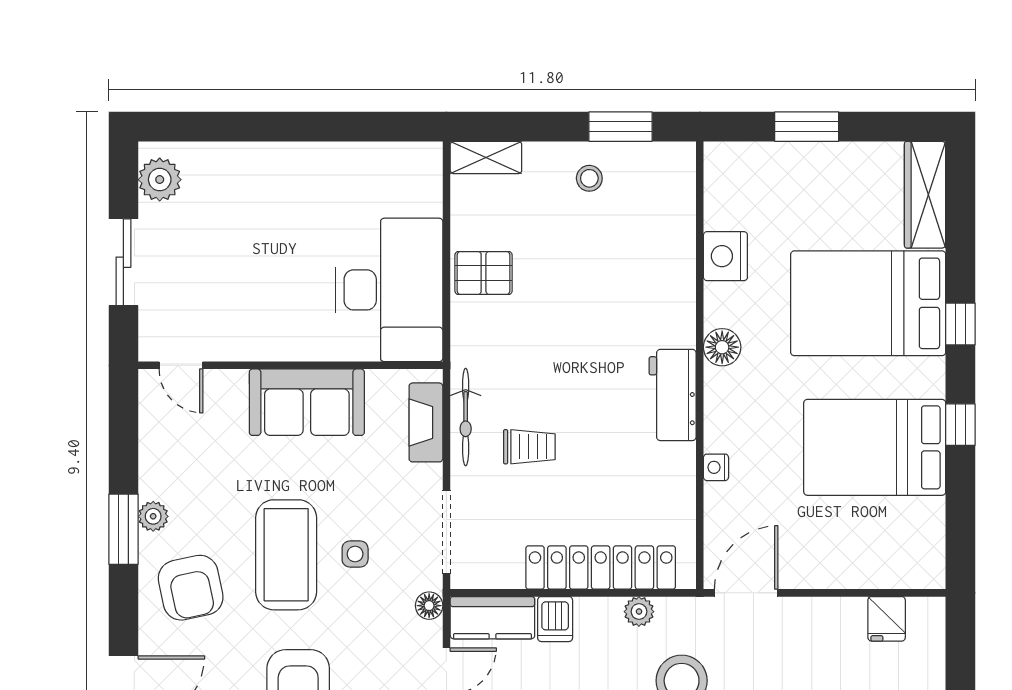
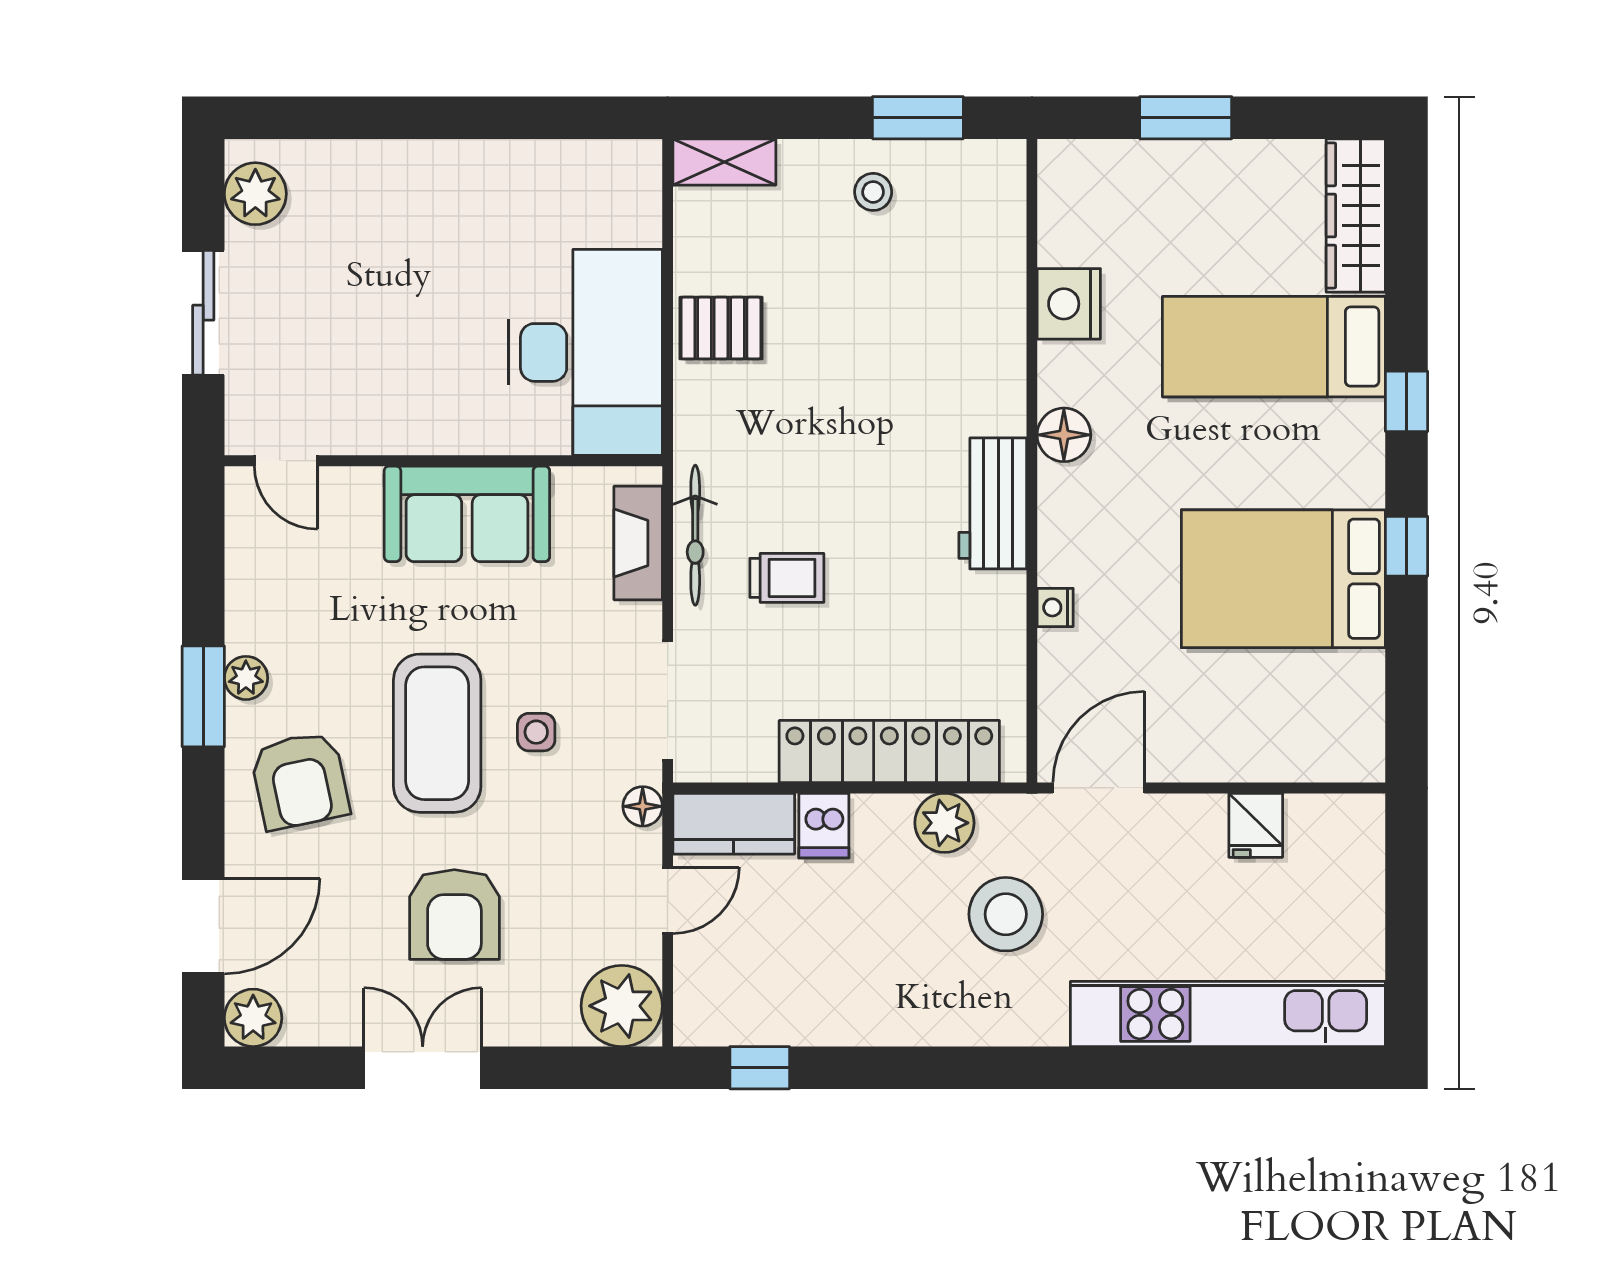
bed: (868, 303) -> (1274, 347), width x0.67
plant: (639, 612) -> (944, 823), width x1.38, depth x1.38
fridge: (887, 619) -> (1256, 825), moved

